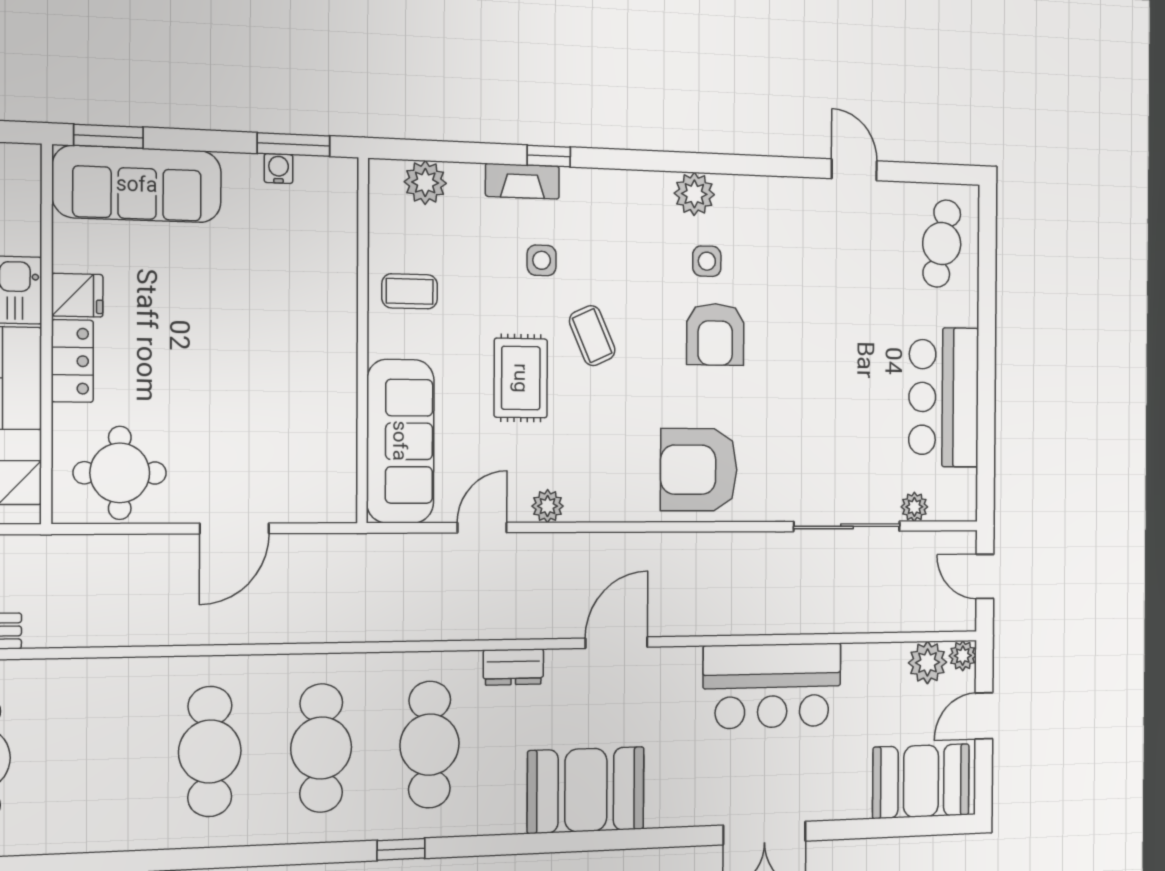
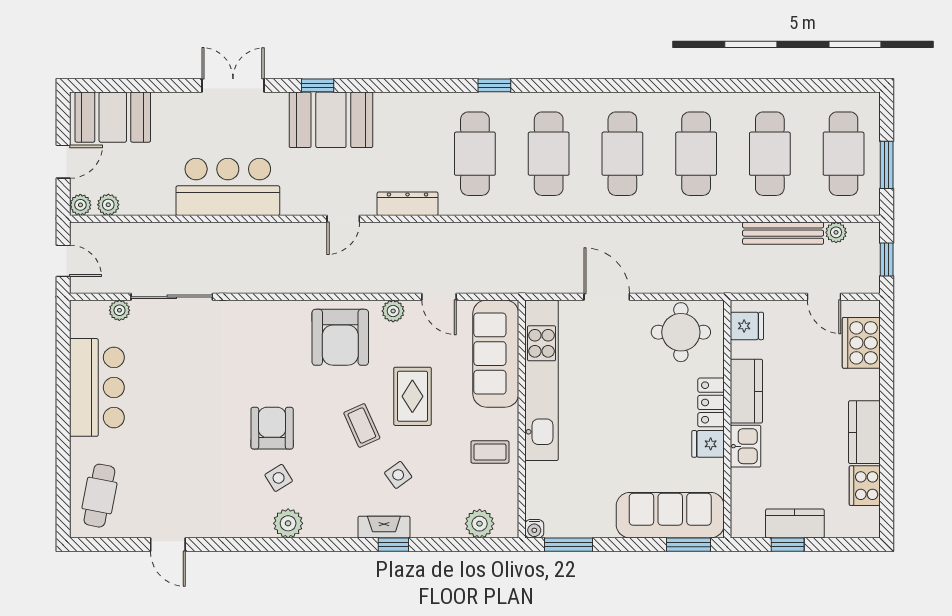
water cooler: (279, 169) -> (534, 529), moved
fireplace: (522, 181) -> (384, 527), moved
side table: (542, 260) -> (398, 475), turned -36
side table: (707, 261) -> (279, 478), turned -32
kitchen unit: (333, 400) -> (542, 380), added
armchair: (699, 470) -> (340, 337), moved, turned 90
door: (234, 528) -> (607, 297), hinge flipped
door: (482, 528) -> (439, 297), hinge flipped
door: (616, 643) -> (343, 219), width x0.73
plant: (928, 662) -> (108, 205), width x0.73, depth x0.73
dresser: (513, 667) -> (408, 204), width x1.44
cafe table: (95, 755) -> (696, 154), added
booth: (586, 790) -> (331, 120), moved
window: (651, 838) -> (318, 85), added

